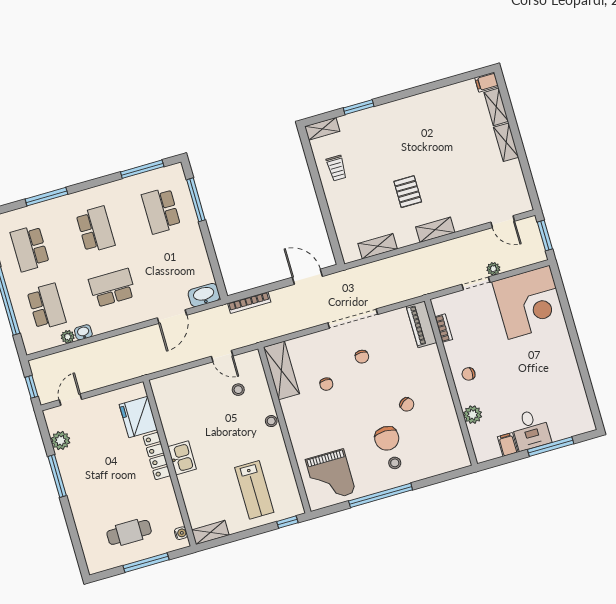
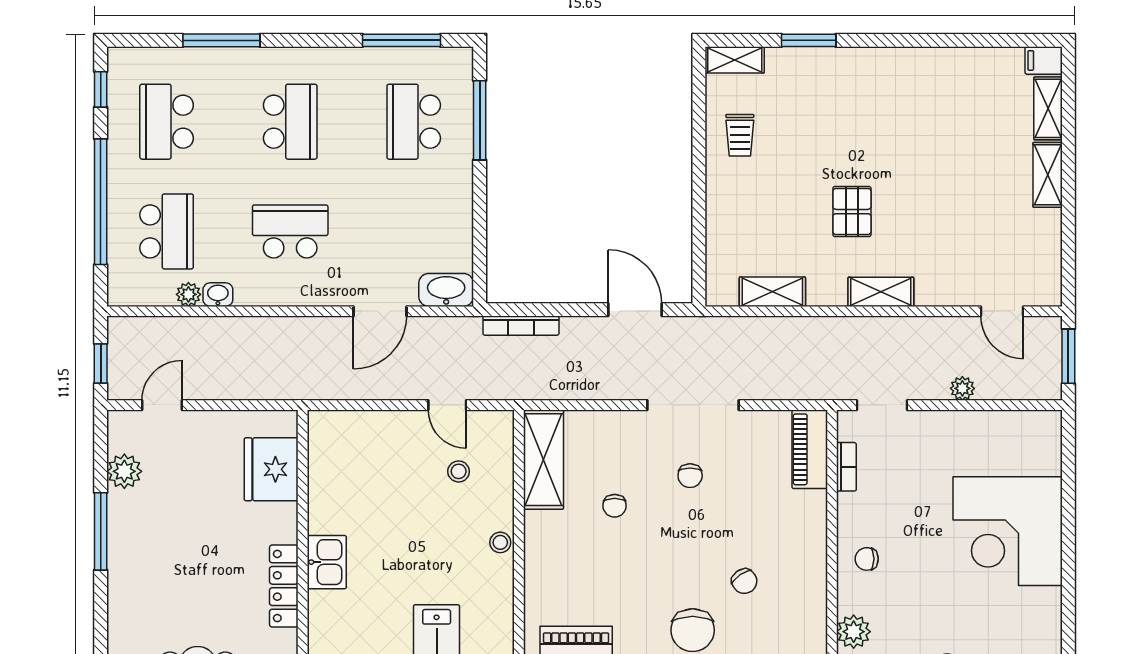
doorway: (476, 283) -> (882, 405), moved
corner desk: (529, 302) -> (1008, 531), moved, turned 90
locker: (157, 456) -> (284, 586), moved

